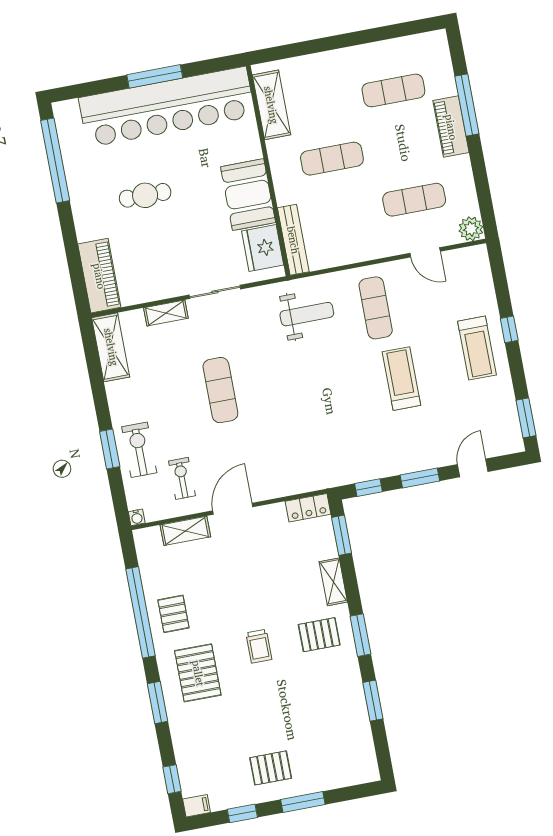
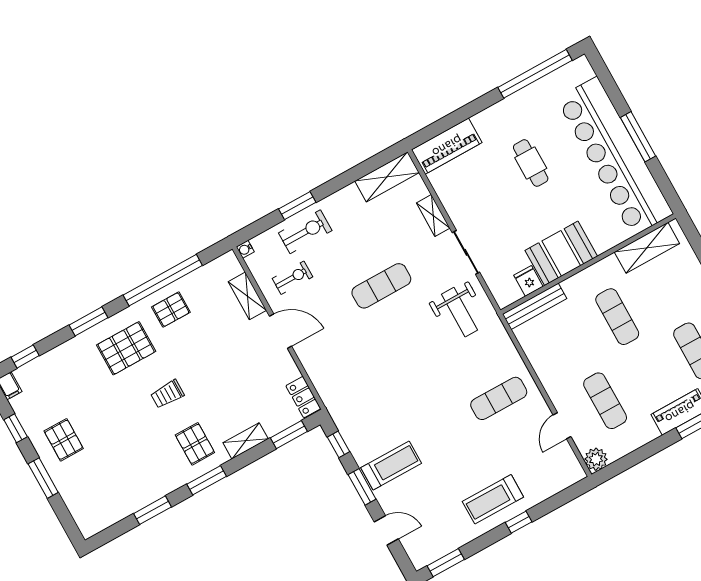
fridge: (263, 248) -> (528, 281), width x0.53, depth x0.75
weight bench: (307, 314) -> (460, 312), moved
treadmill: (401, 379) -> (391, 466), moved

